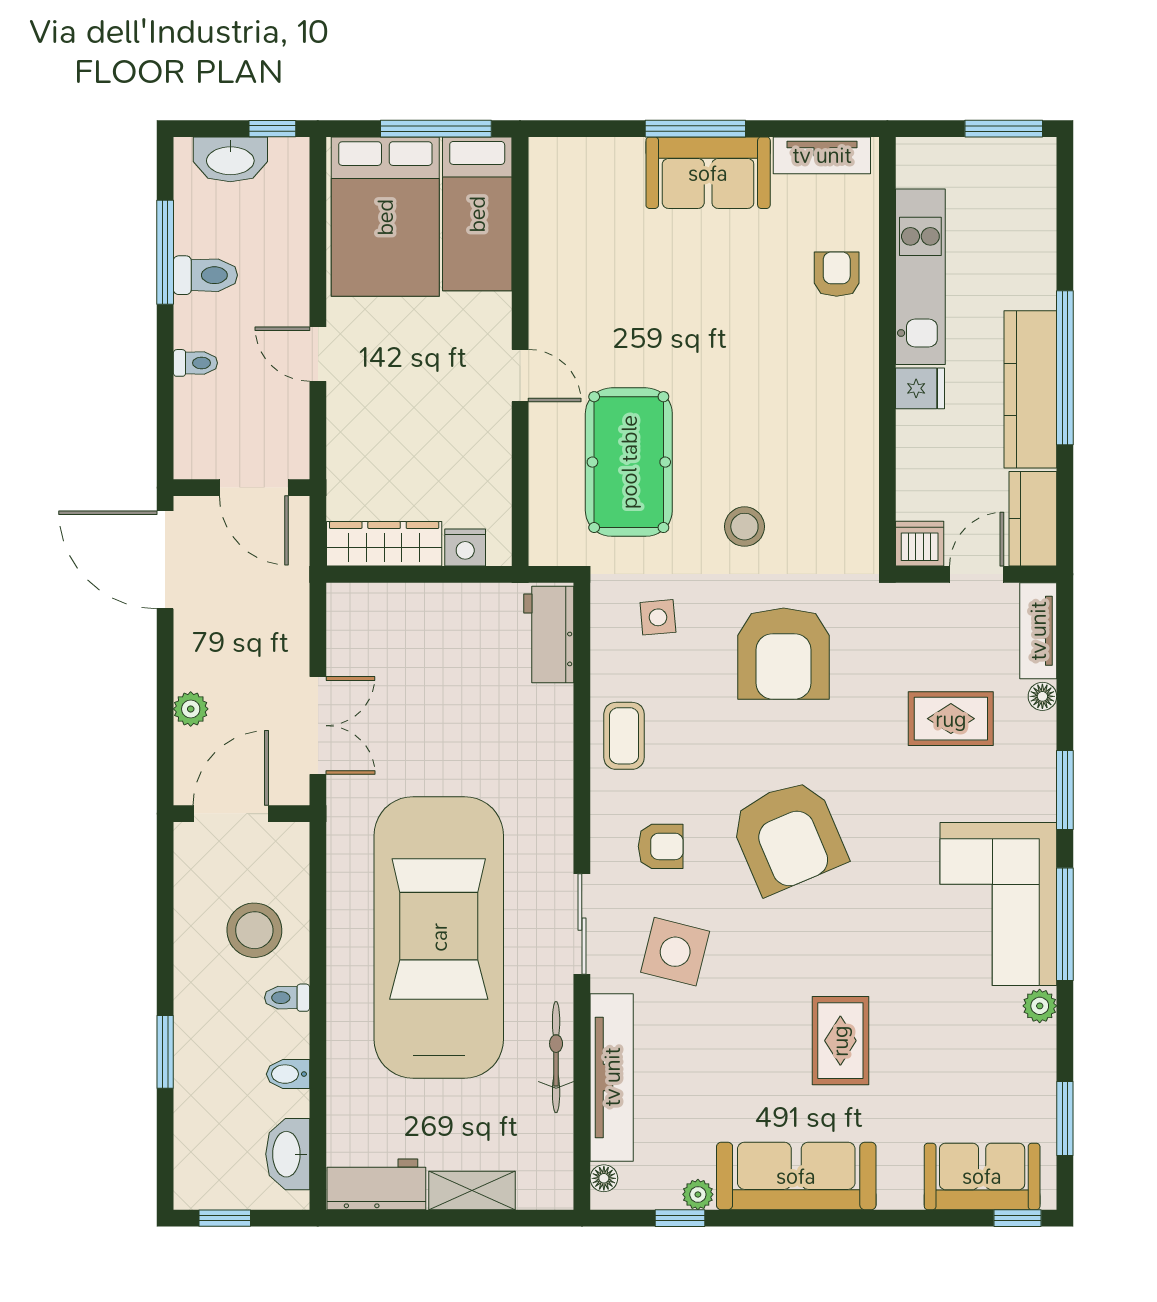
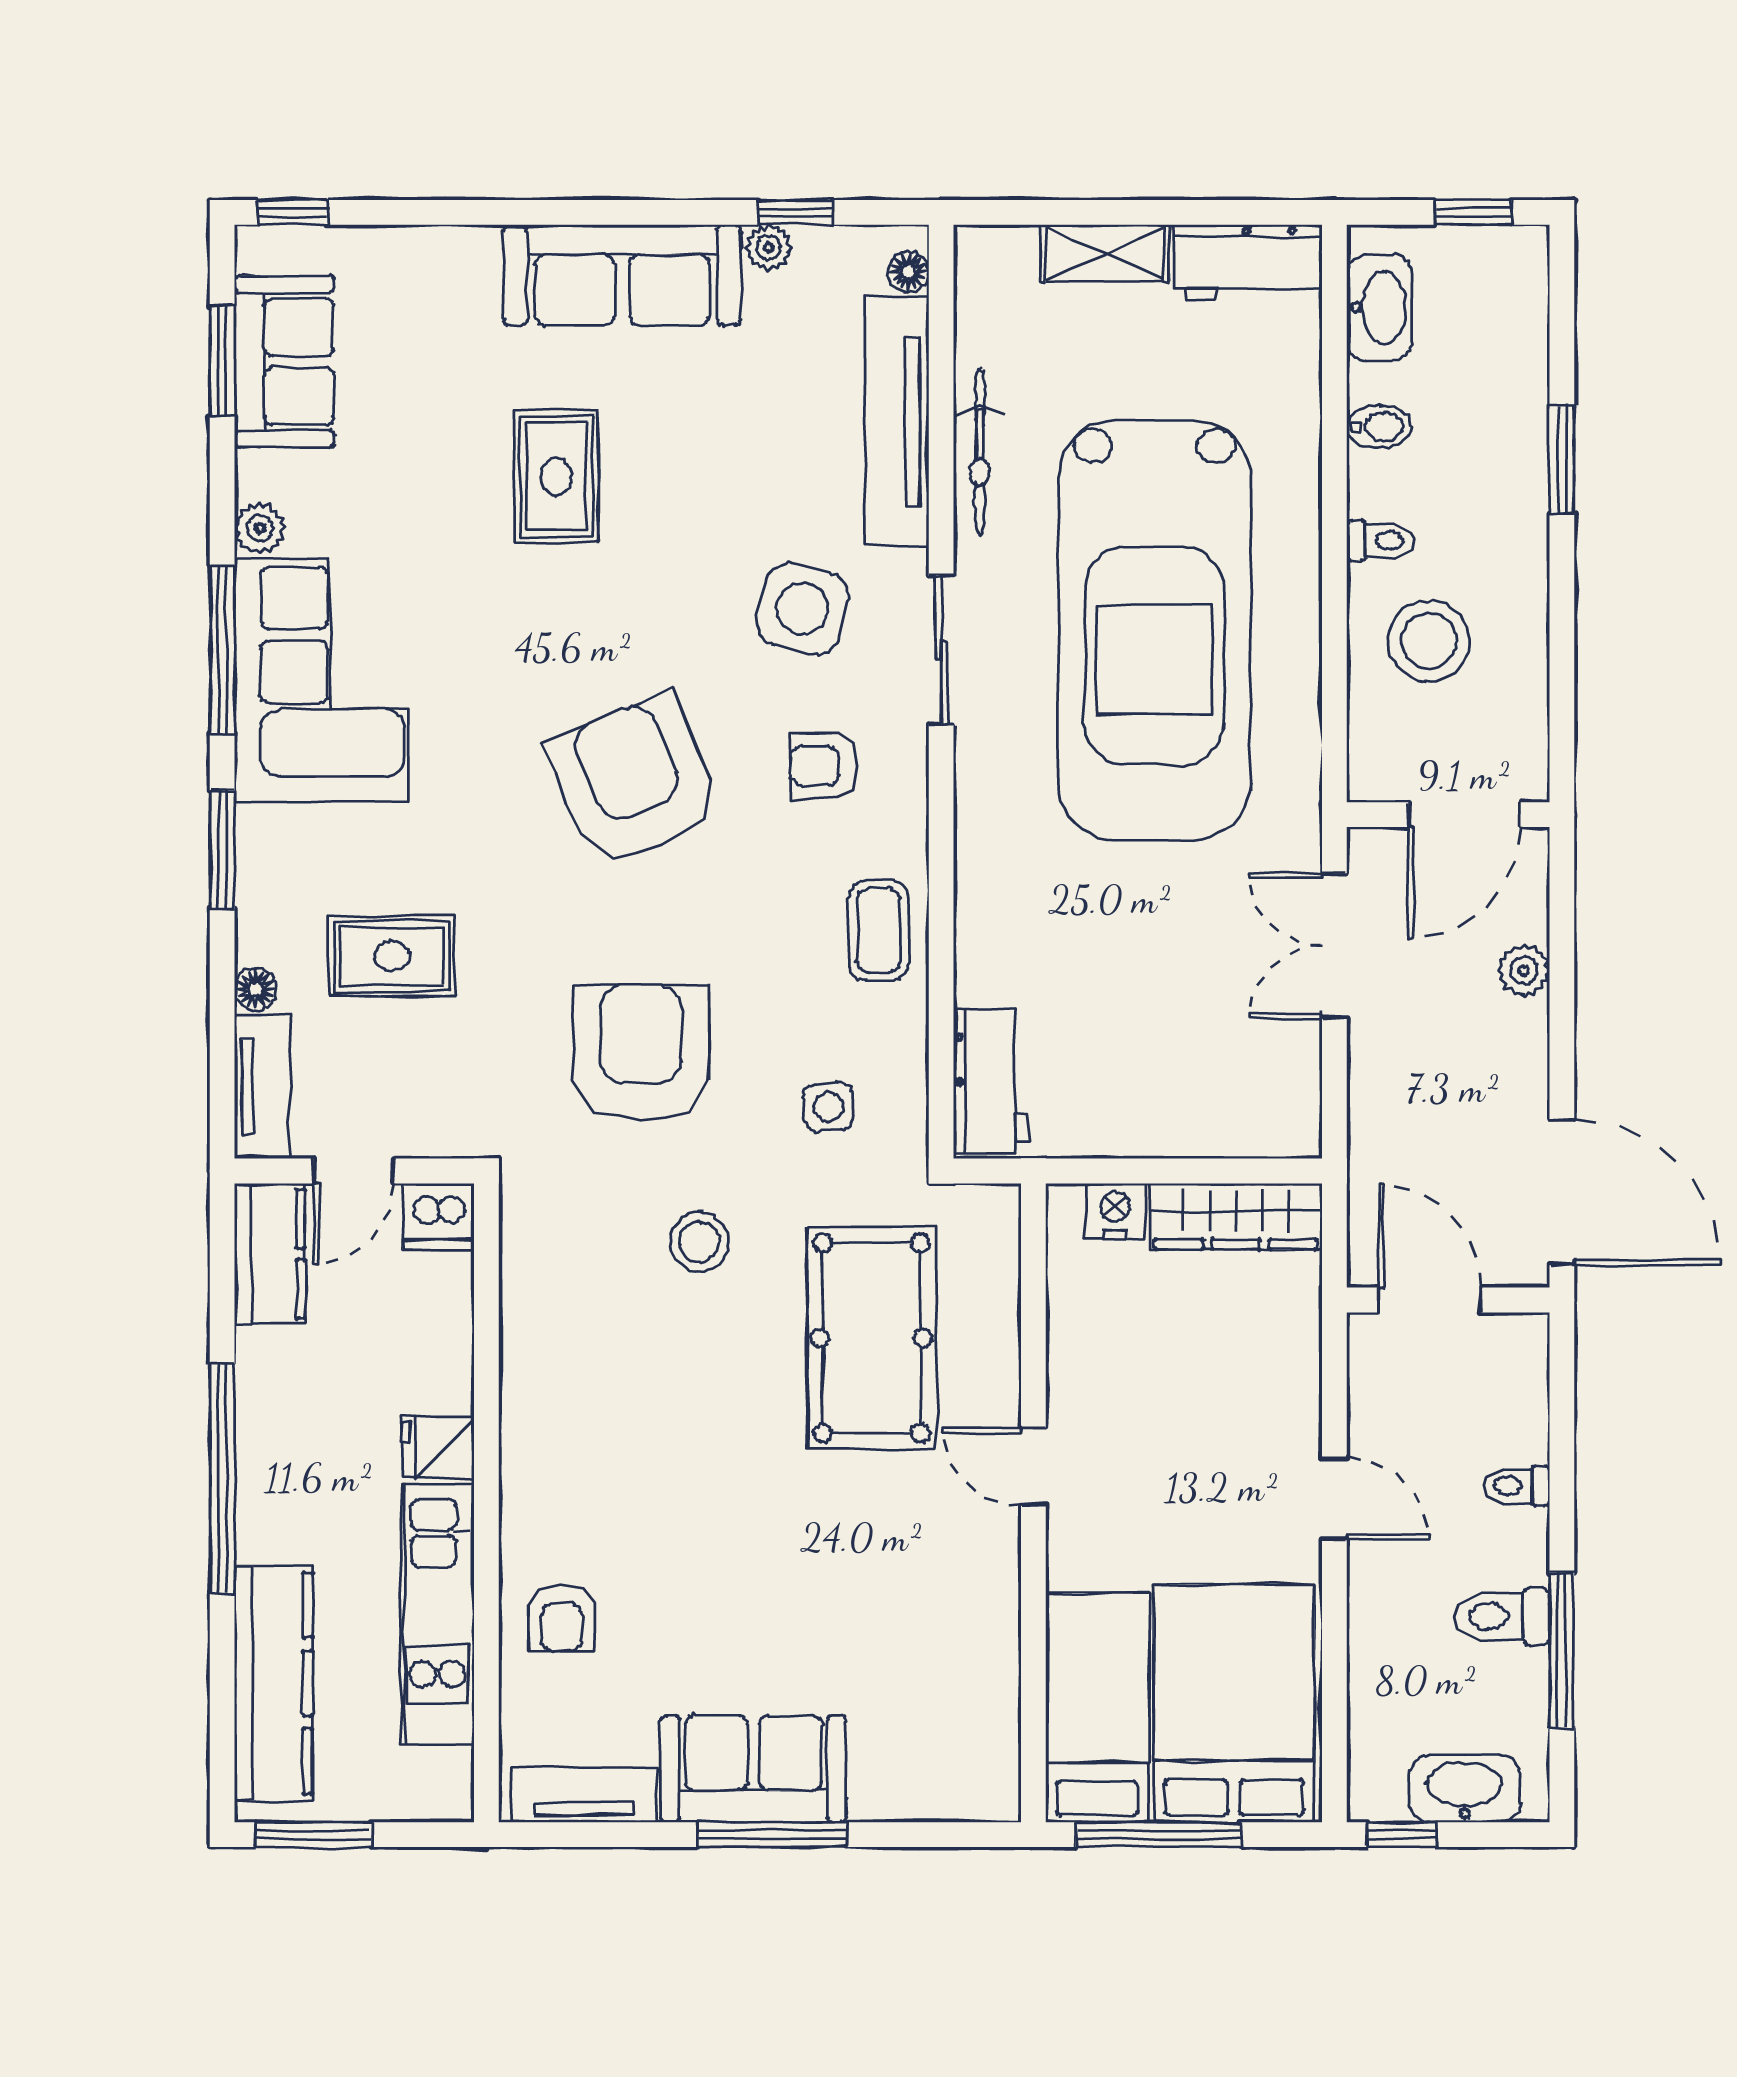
kitchen counter: (1030, 389) -> (274, 1683), moved
sofa: (982, 1176) -> (284, 362), moved, turned -90

